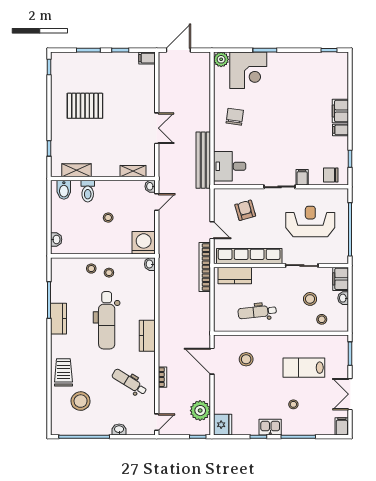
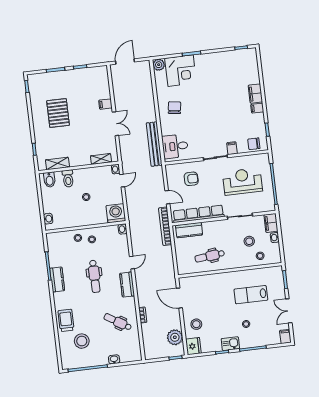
filing cabinet: (147, 58) -> (105, 104), moved
pallet: (85, 106) -> (58, 113), turned 90
armchair: (245, 210) -> (191, 179), turned 106
dental chair: (107, 320) -> (94, 276), width x0.73, depth x0.72
stool: (246, 359) -> (196, 324), moved
door: (157, 422) -> (132, 263), moved

